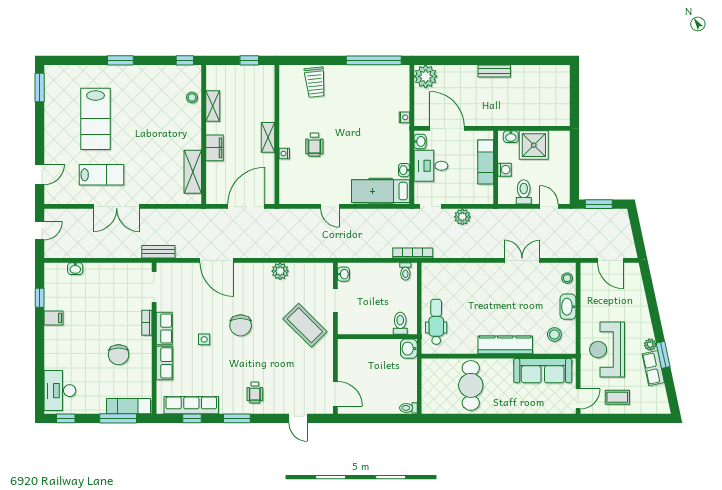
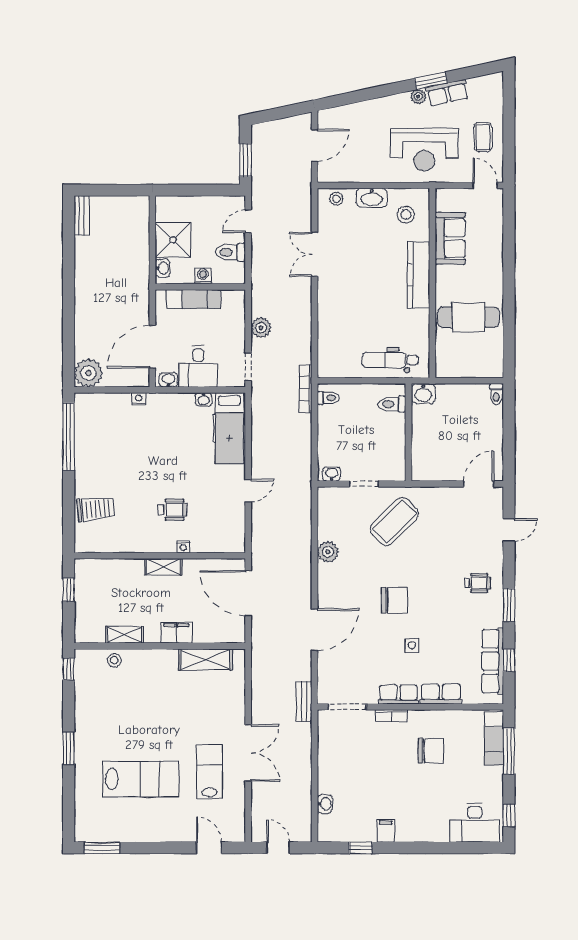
bench: (494, 71) -> (82, 215), moved
sofa: (543, 371) -> (450, 238), width x0.73

